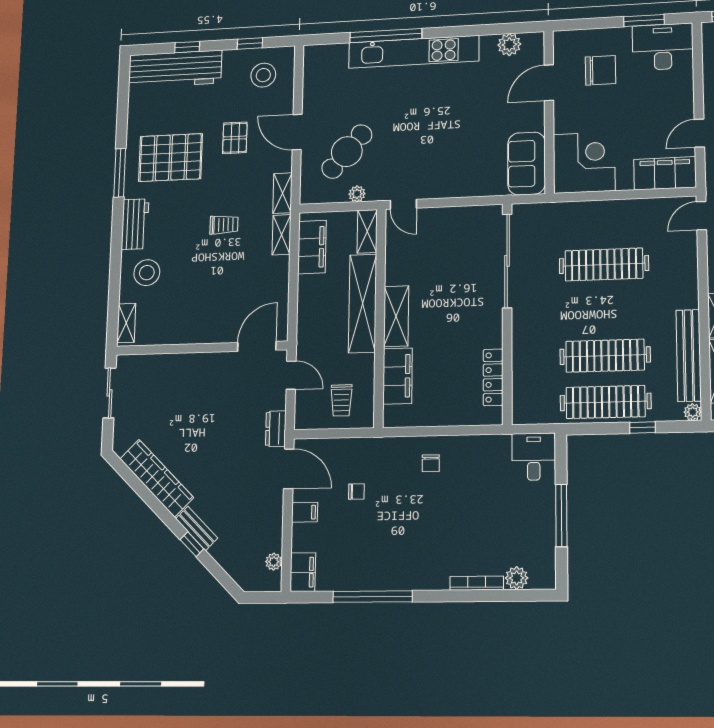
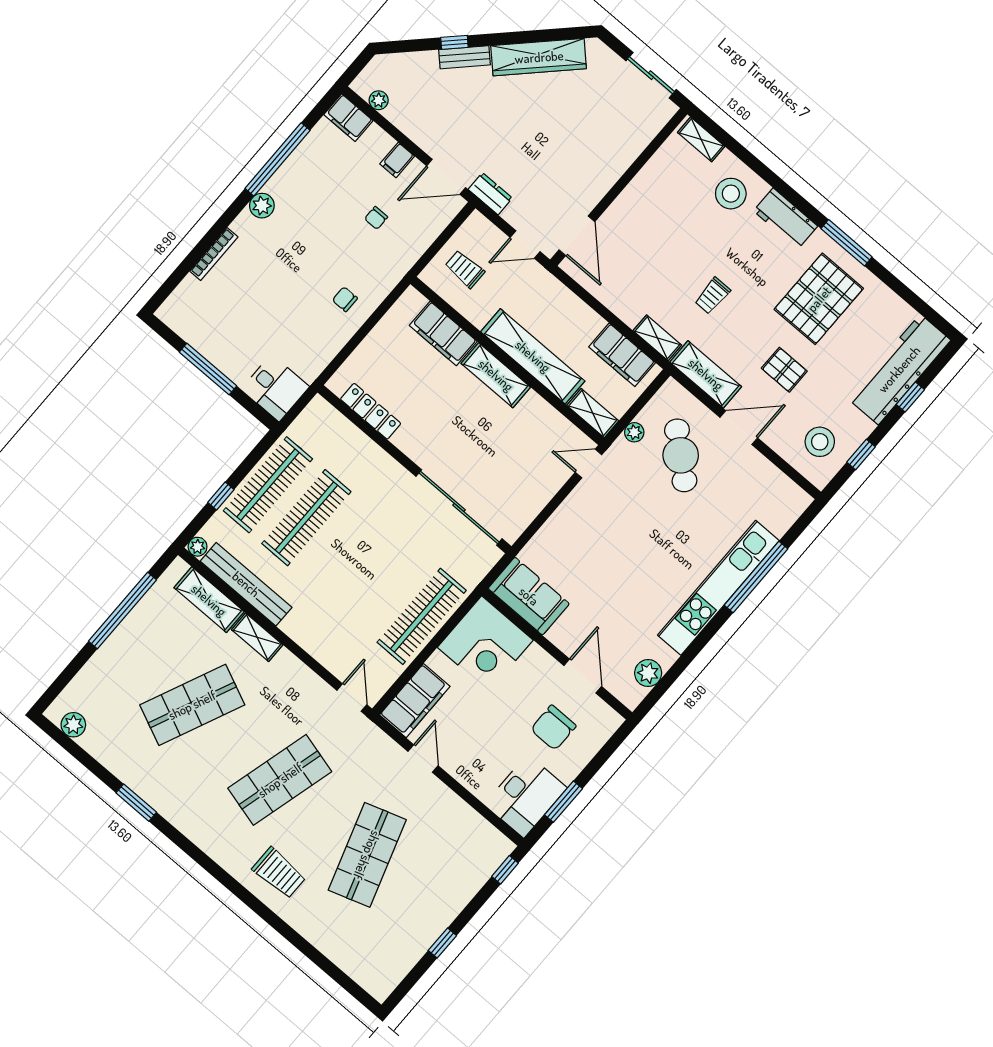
shelving: (282, 193) -> (706, 374), width x1.50, depth x1.33
clothes rail: (604, 264) -> (422, 616), moved
plant: (517, 578) -> (262, 206), moved

